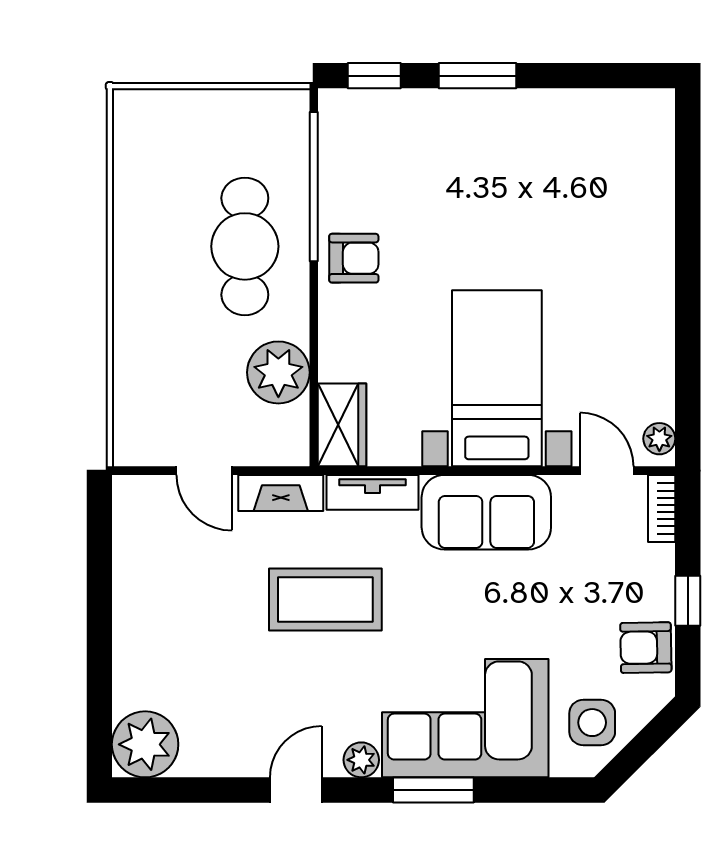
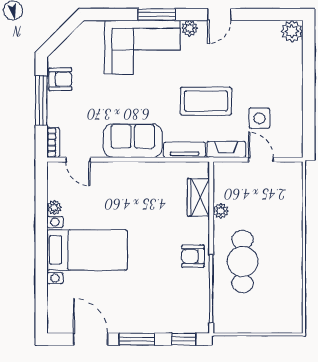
door: (579, 76) -> (90, 339), added
plant: (278, 372) -> (221, 211), width x0.53, depth x0.53
bed with nightstands: (497, 378) -> (87, 250), moved, turned -90
wardrobe: (342, 425) -> (198, 197), moved
plant: (659, 439) -> (54, 207), moved
window: (688, 601) -> (41, 101), width x2.17
side table: (592, 723) -> (259, 118), moved
plant: (145, 744) -> (292, 31), width x0.73, depth x0.73

